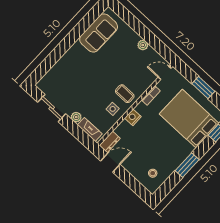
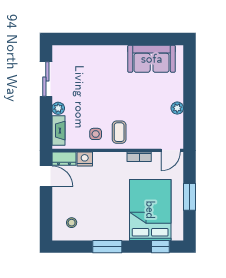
door: (165, 73) -> (171, 150), swing flipped
nightstand: (133, 117) -> (85, 159), moved

